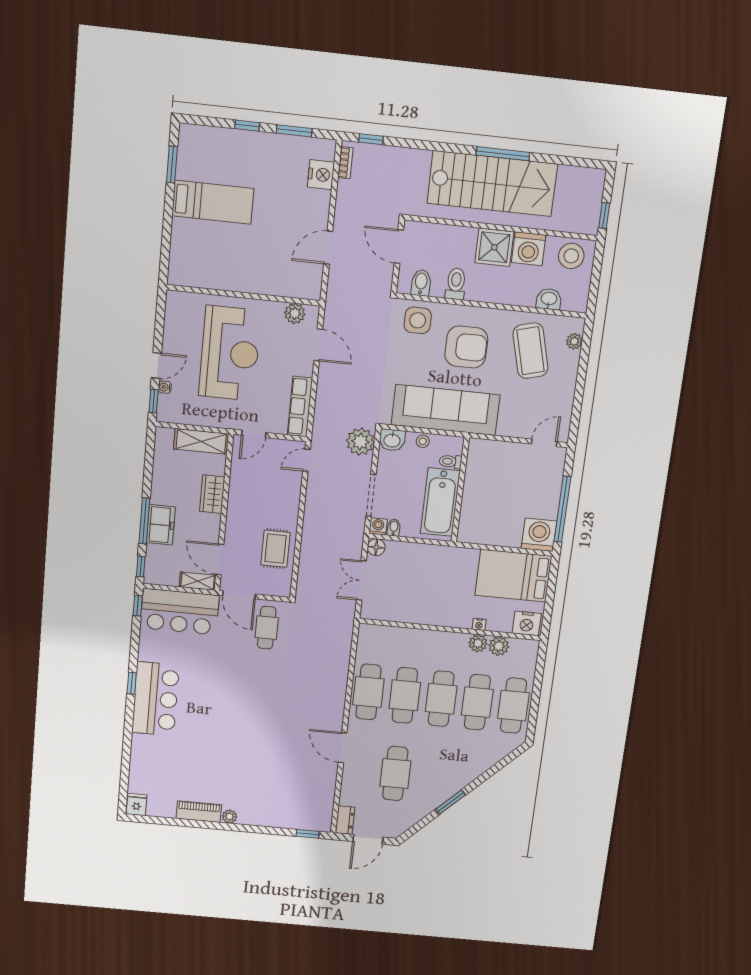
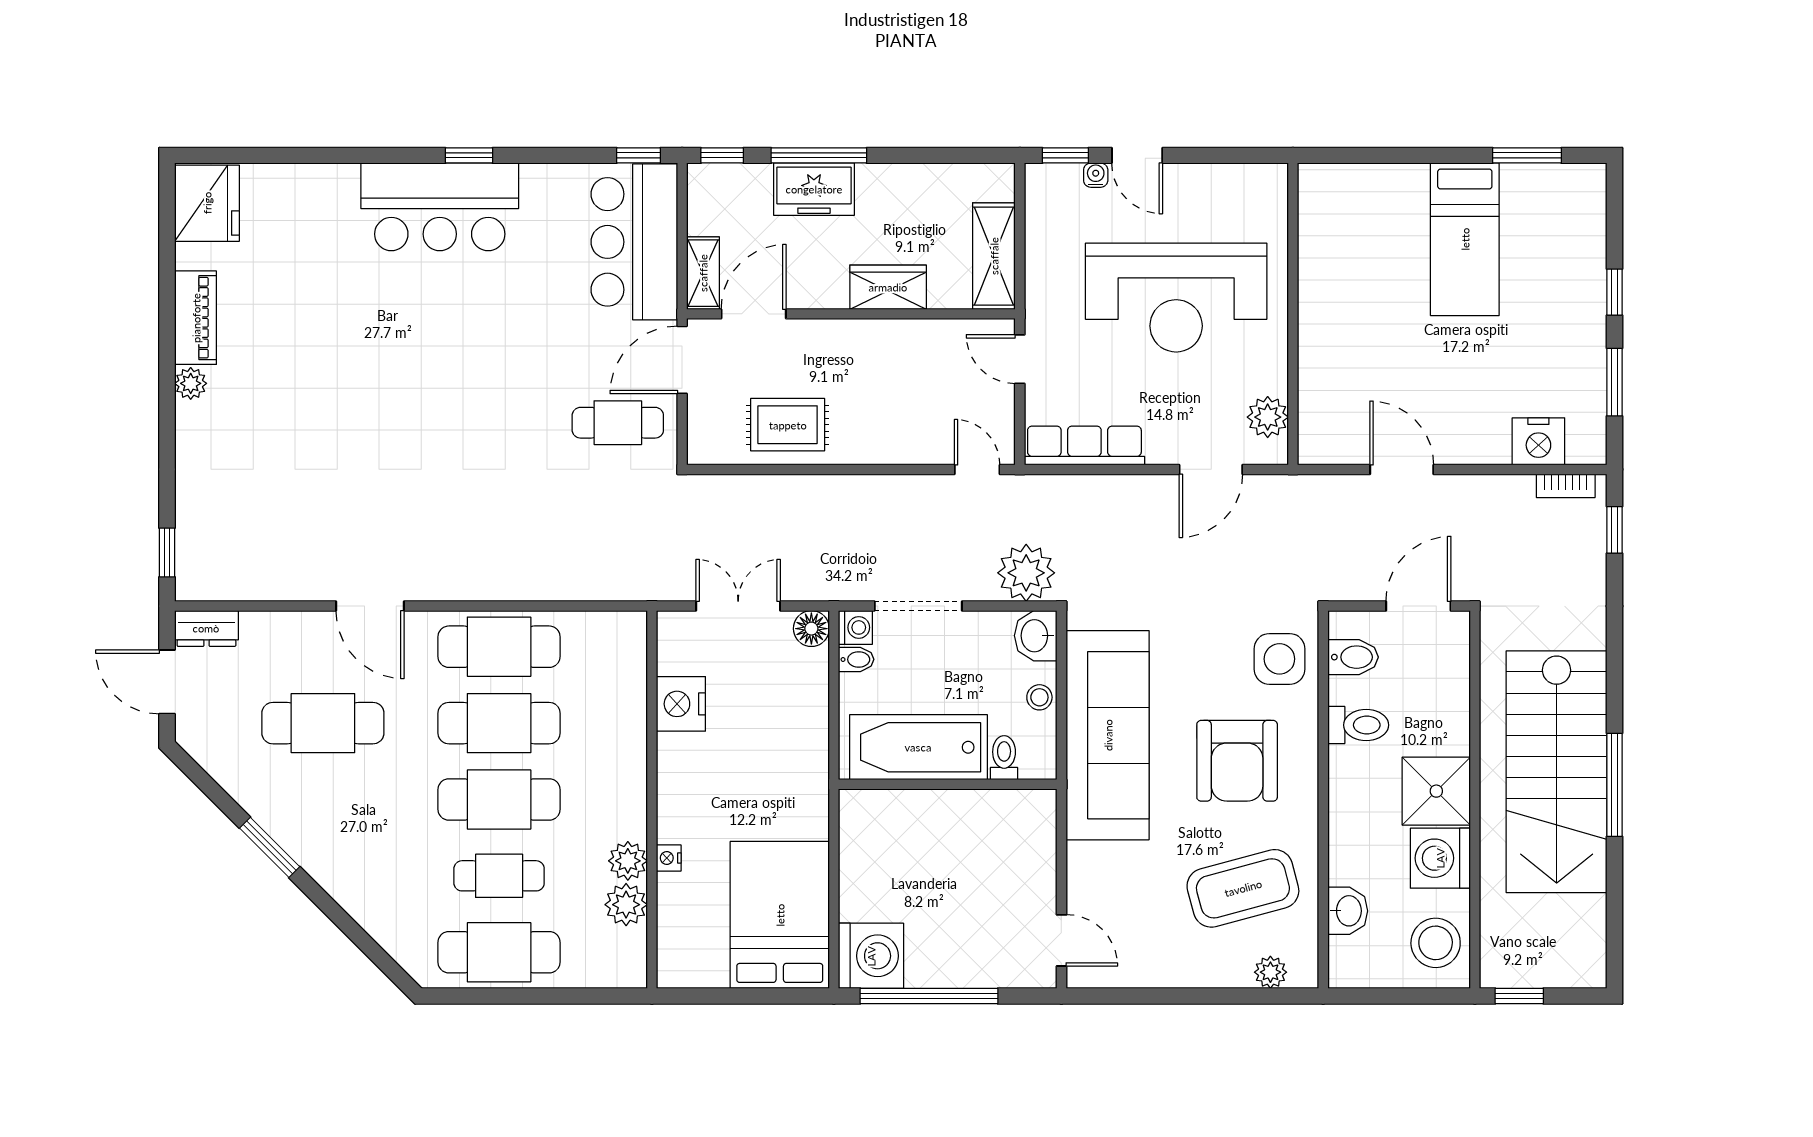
nightstand: (527, 623) -> (681, 704), moved
cafe table: (477, 702) -> (499, 876), width x0.73, depth x0.74
door: (343, 748) -> (370, 606), swing flipped
fridge: (137, 805) -> (207, 203), width x1.88, depth x1.34

